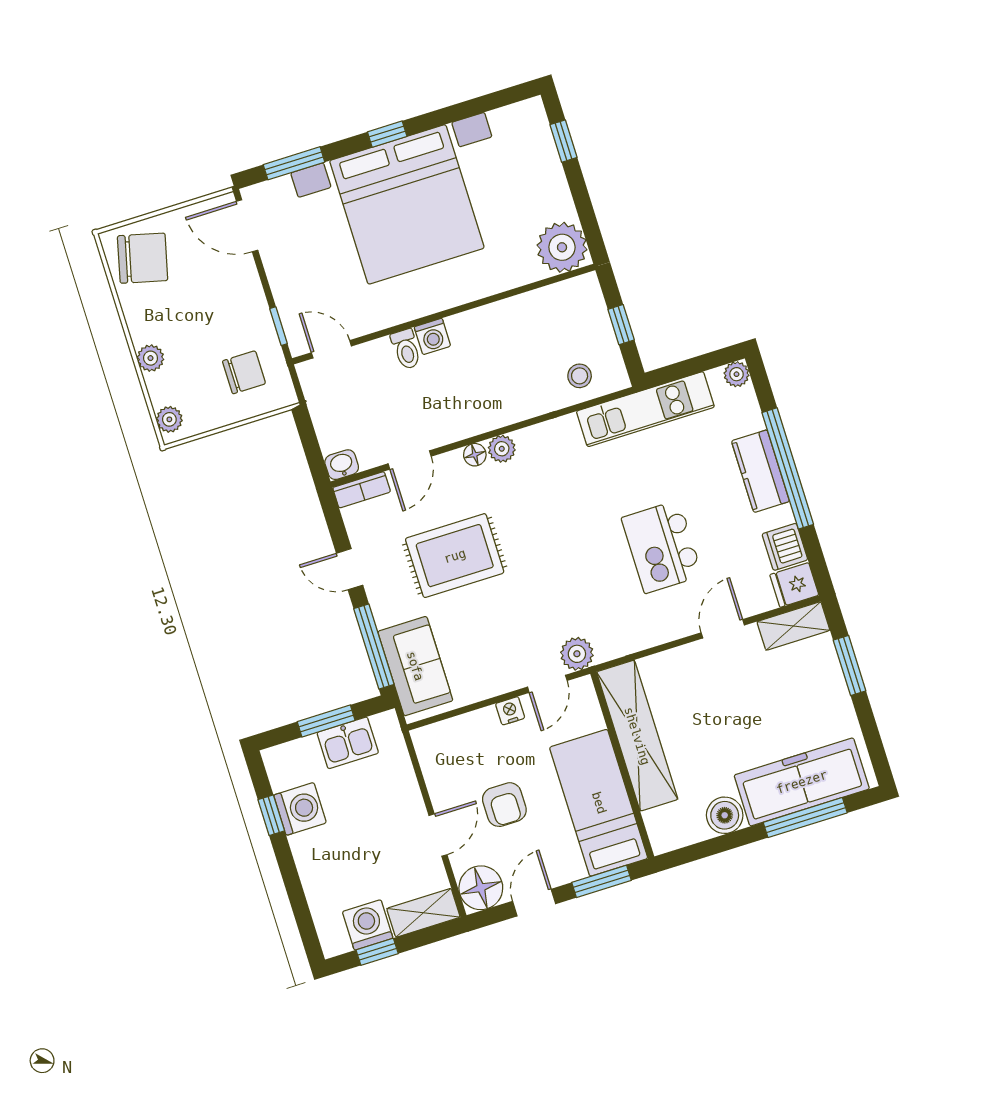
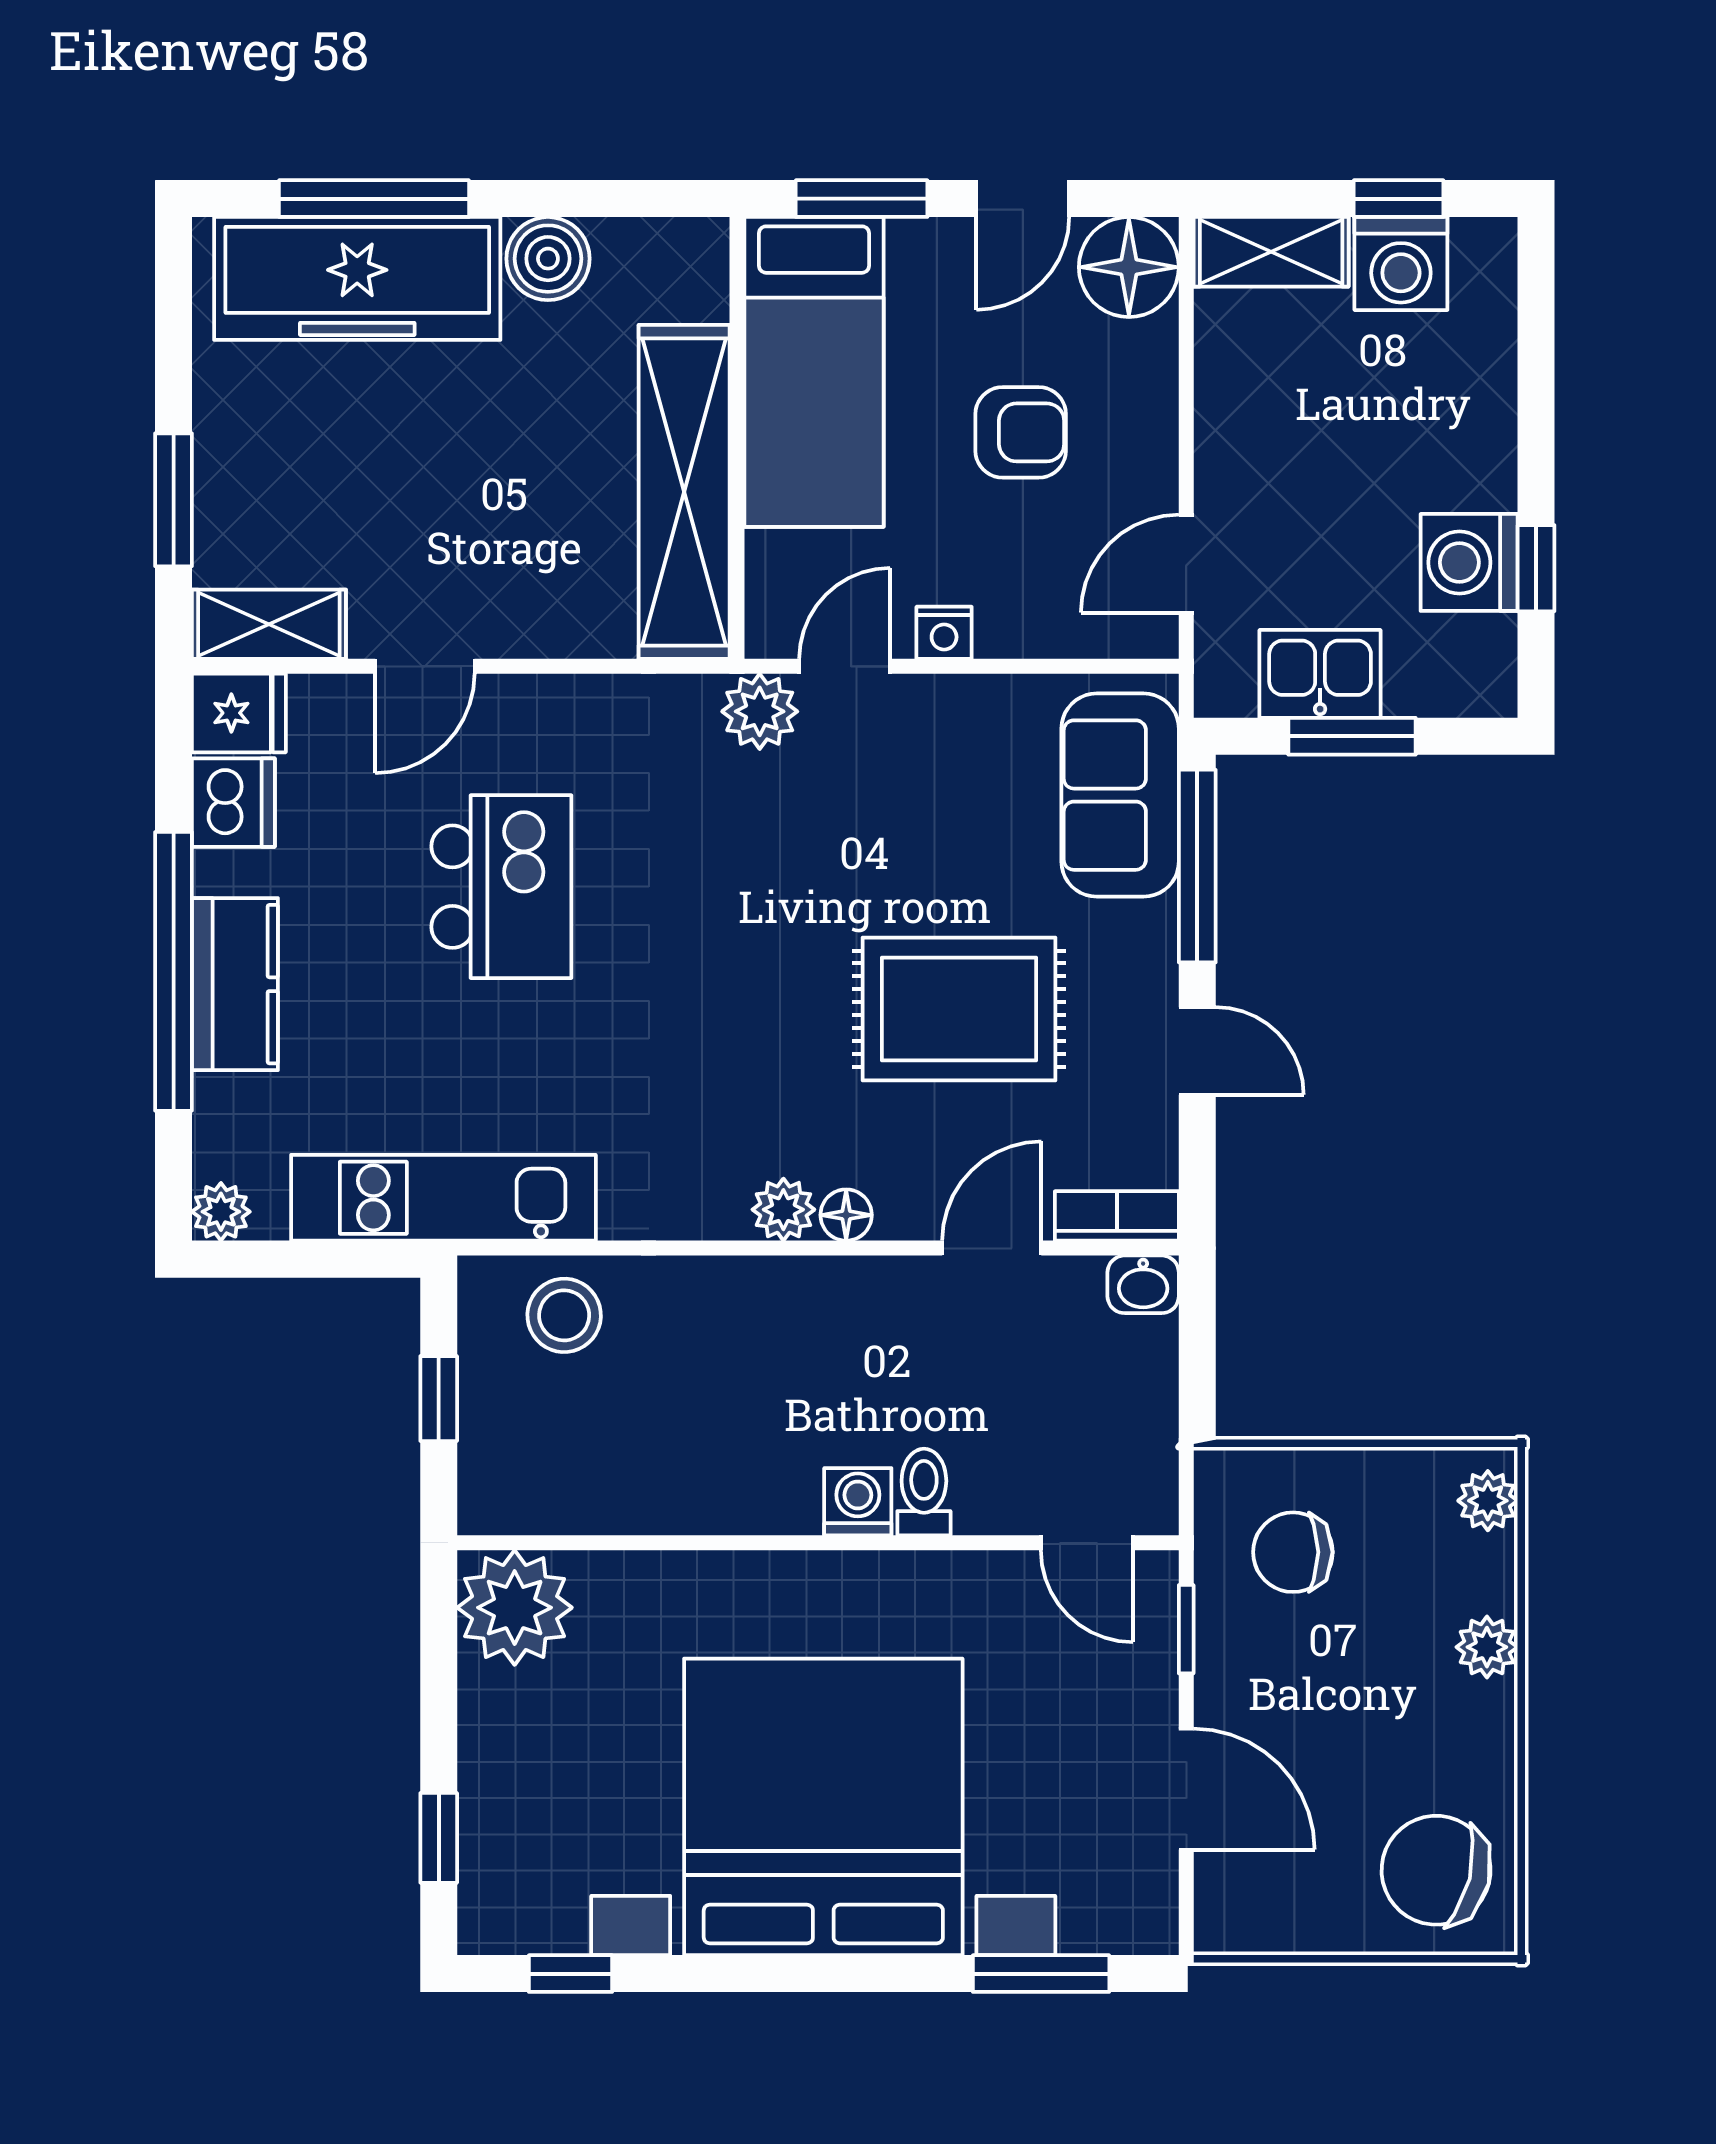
window: (387, 134) -> (570, 1974), moved
door: (247, 226) -> (1186, 1789), moved
stool: (580, 376) -> (564, 1315), width x1.37, depth x1.37
armchair: (504, 805) -> (1021, 432), turned 90
door: (438, 835) -> (1186, 564), moved

